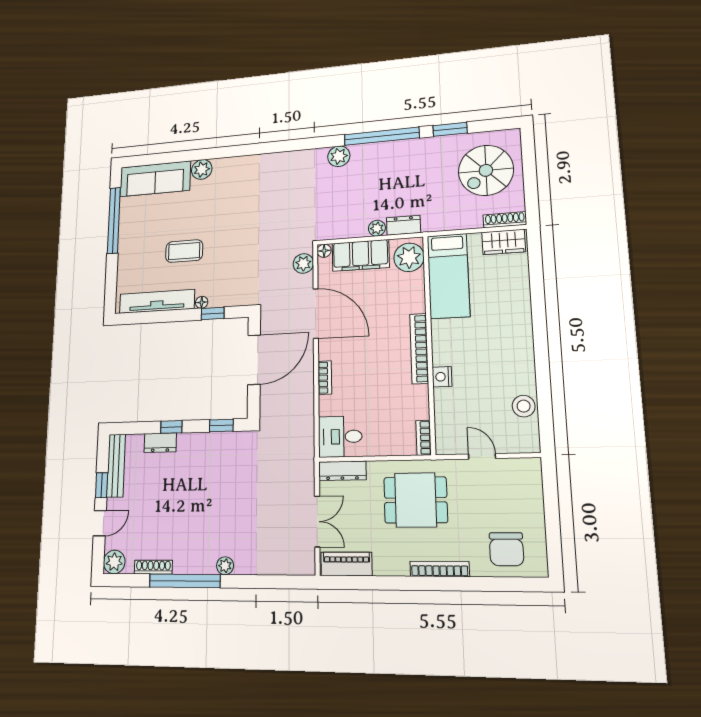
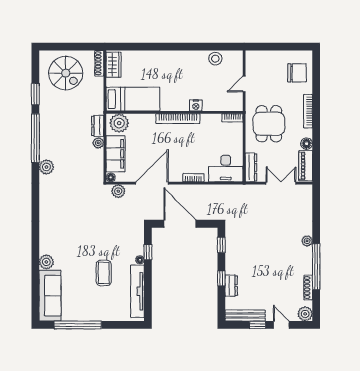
desk: (340, 437) -> (226, 169), width x1.37
floor lamp: (384, 566) -> (307, 144), added

